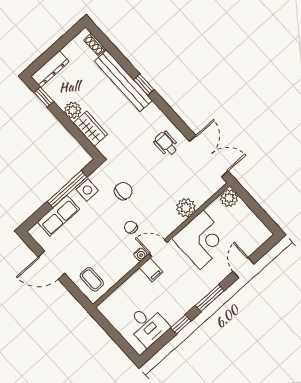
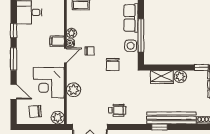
chair: (244, 227) -> (35, 112), added
plant: (129, 263) -> (72, 33), added

